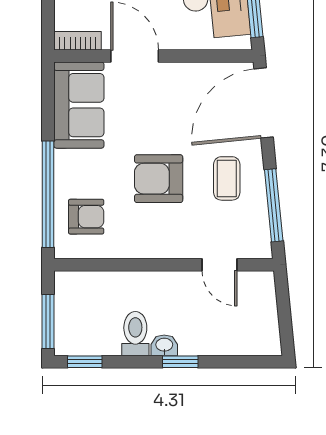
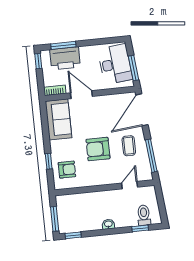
window: (48, 194) -> (49, 161), width x0.32
door: (220, 265) -> (130, 185), swing flipped
toilet: (135, 334) -> (144, 215), moved
window: (180, 362) -> (140, 228), moved

